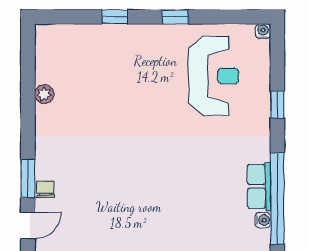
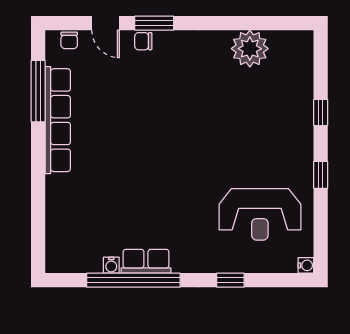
plant: (44, 94) -> (250, 49), width x1.88, depth x1.88
chair: (45, 189) -> (143, 41), turned 180

